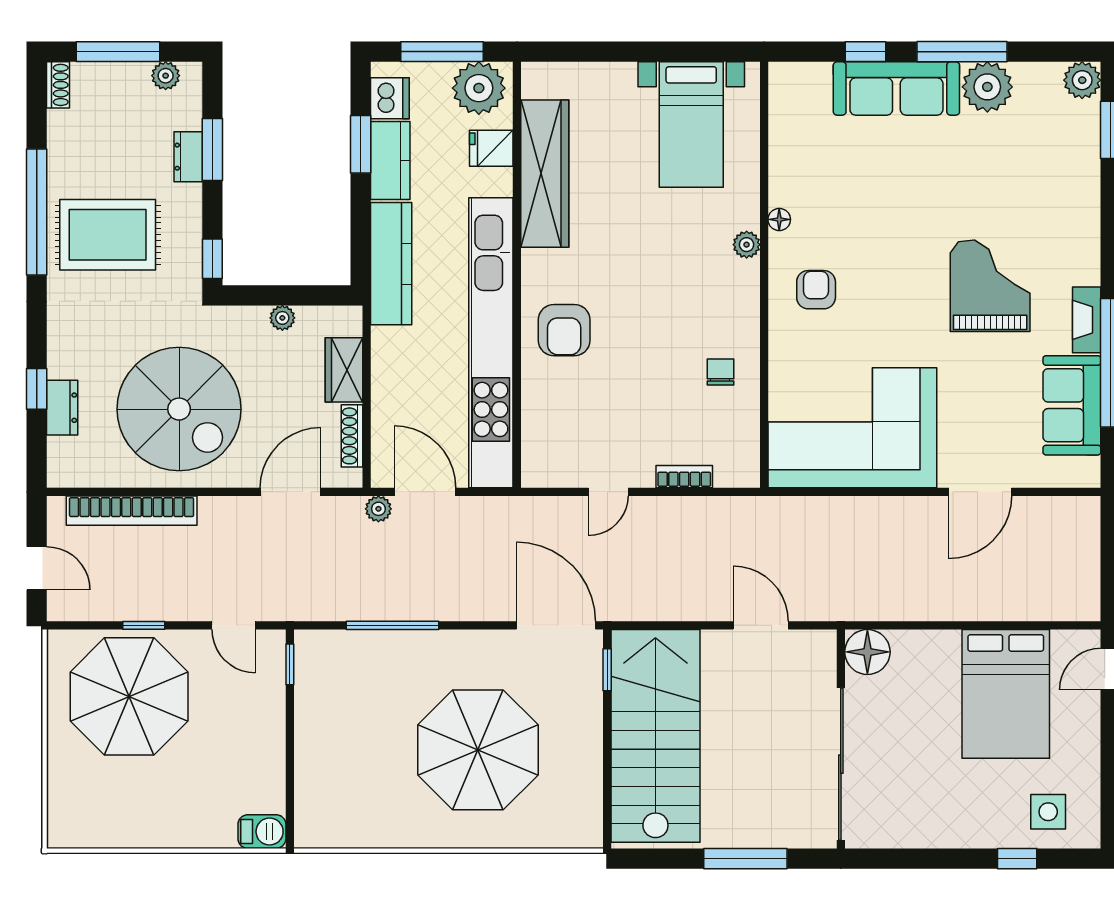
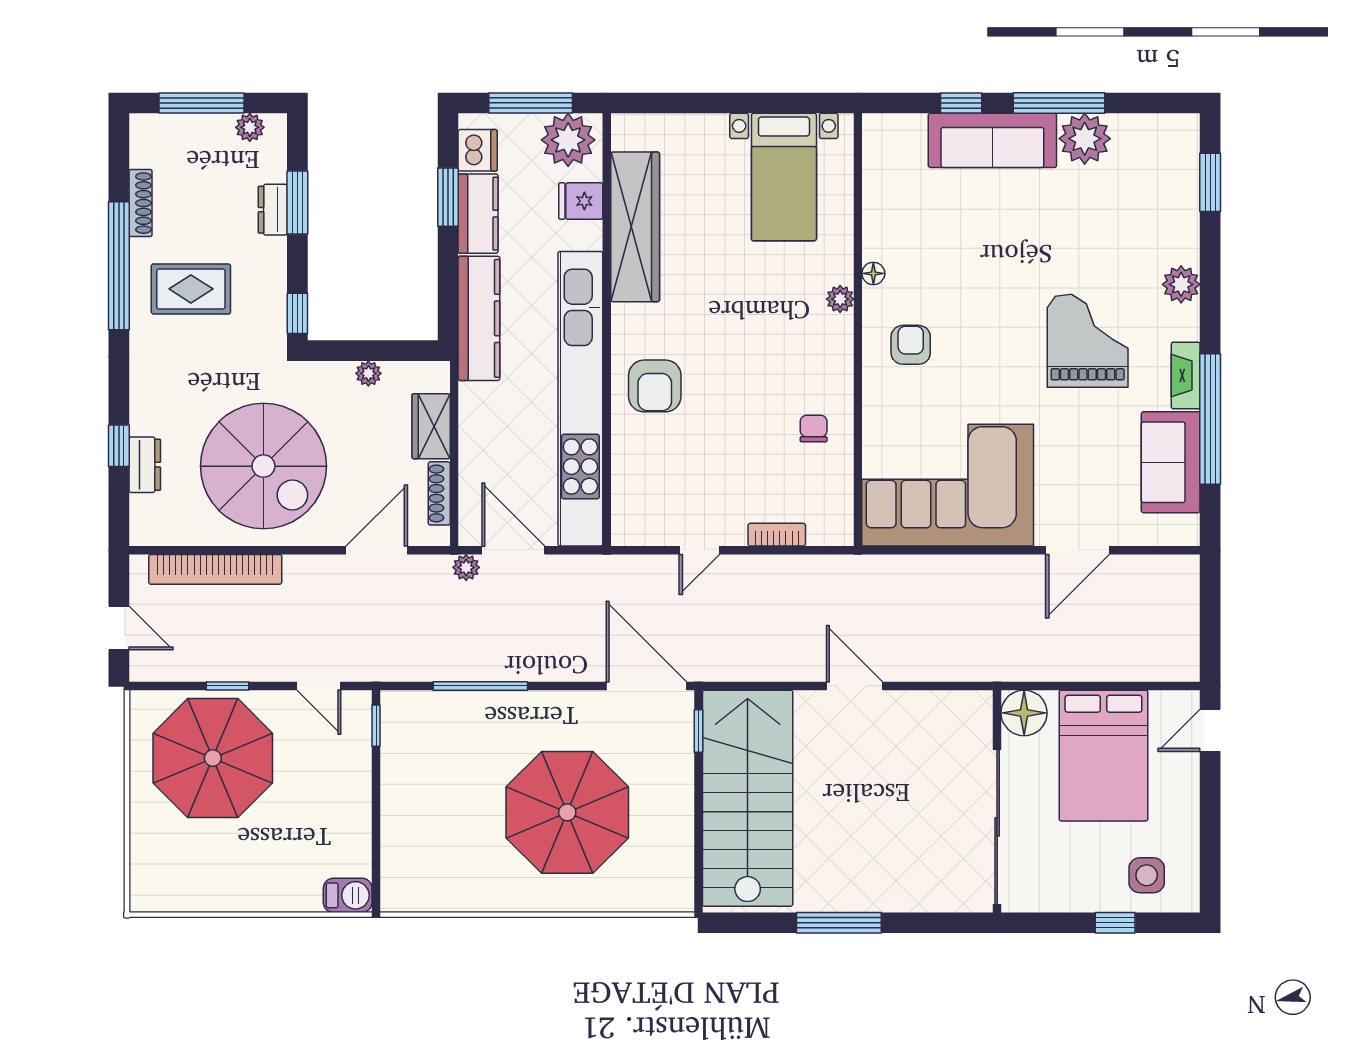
plant: (1082, 80) -> (1181, 284), moved
shoe rack: (58, 85) -> (140, 203), moved, width x1.43
rug: (108, 235) -> (191, 289), width x0.73, depth x0.70
floor lamp: (867, 652) -> (1024, 713), moved
wall: (841, 739) -> (997, 801), moved
sliding door: (841, 764) -> (997, 827), moved

